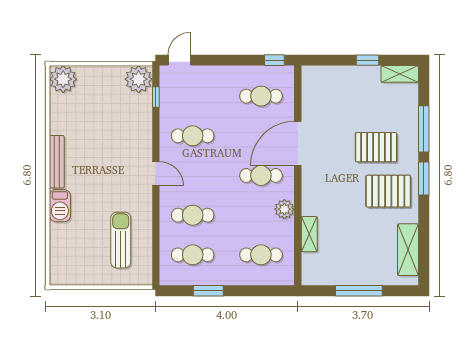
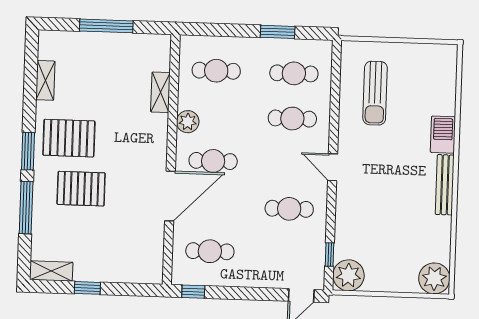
shelving: (408, 250) -> (45, 80), width x0.67, depth x0.75

